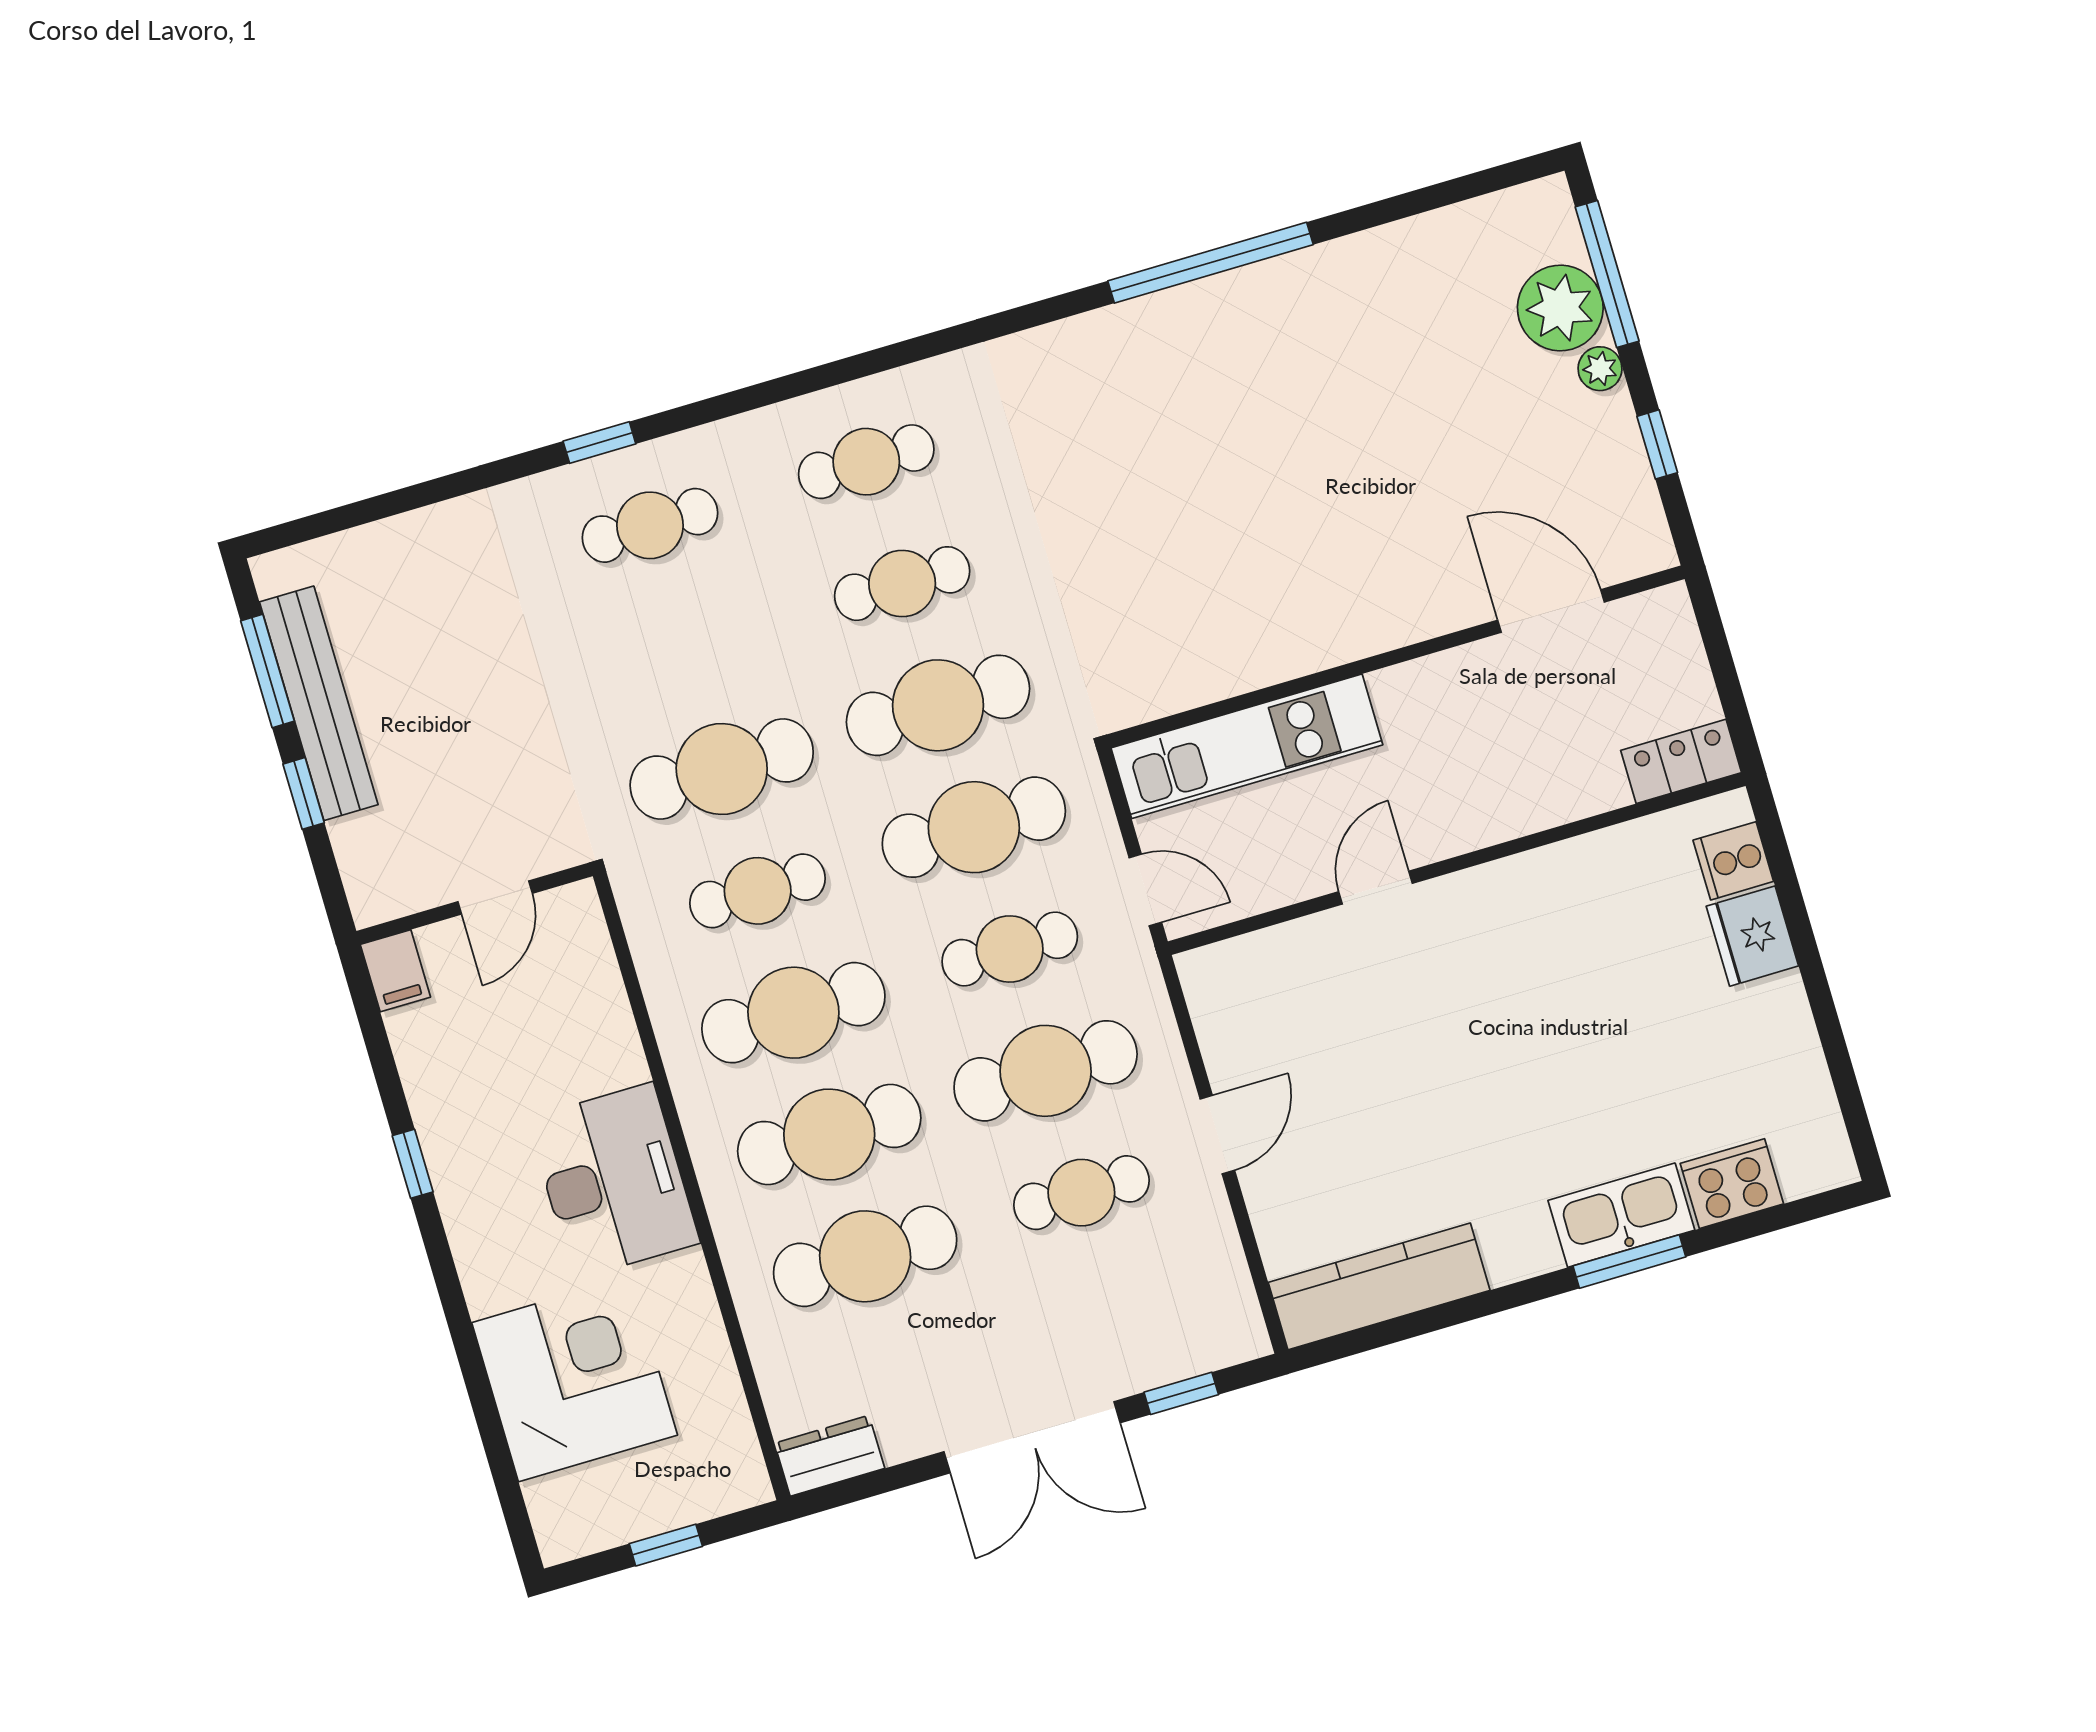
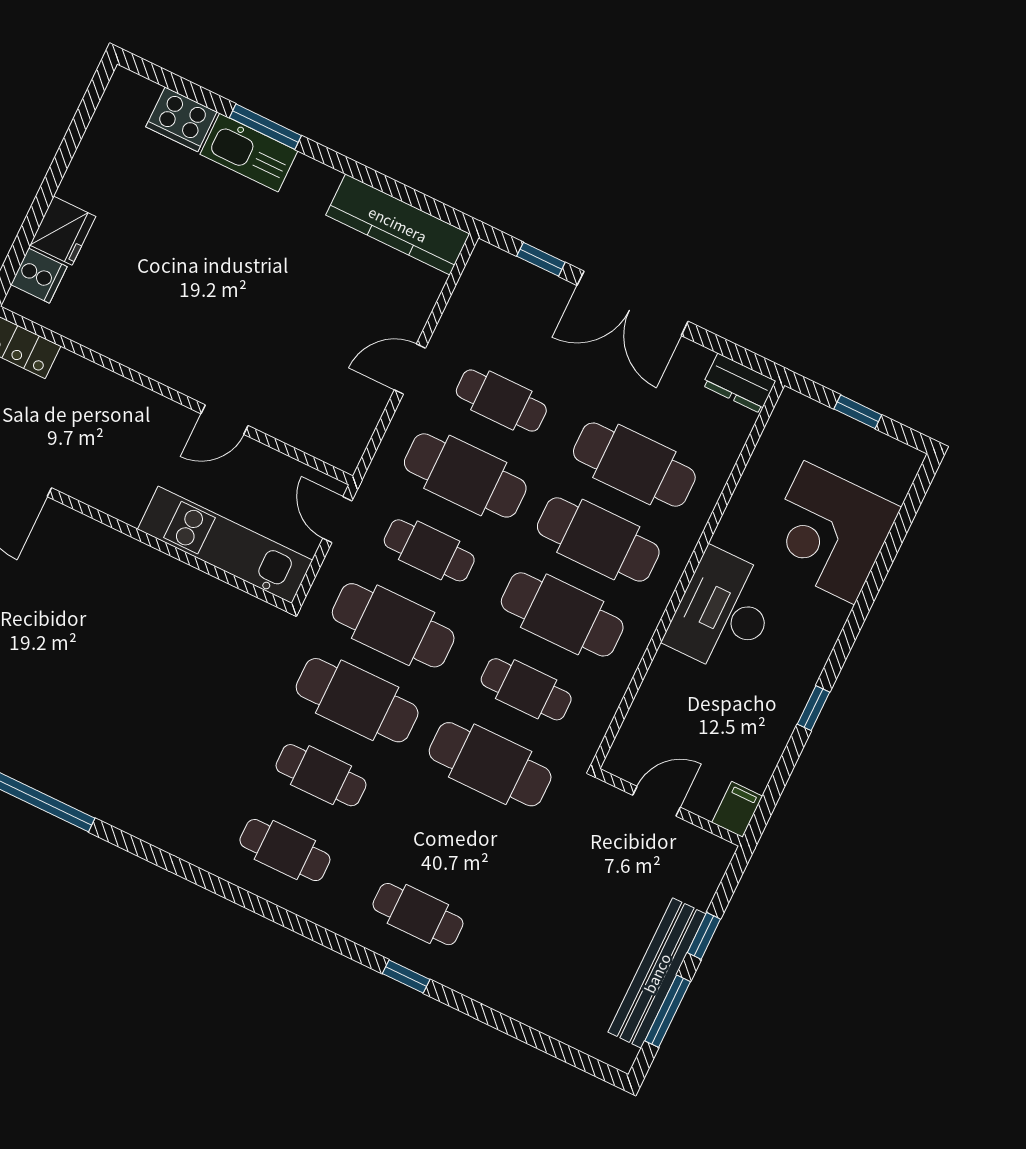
double door: (1032, 1437) -> (633, 303), swing flipped

